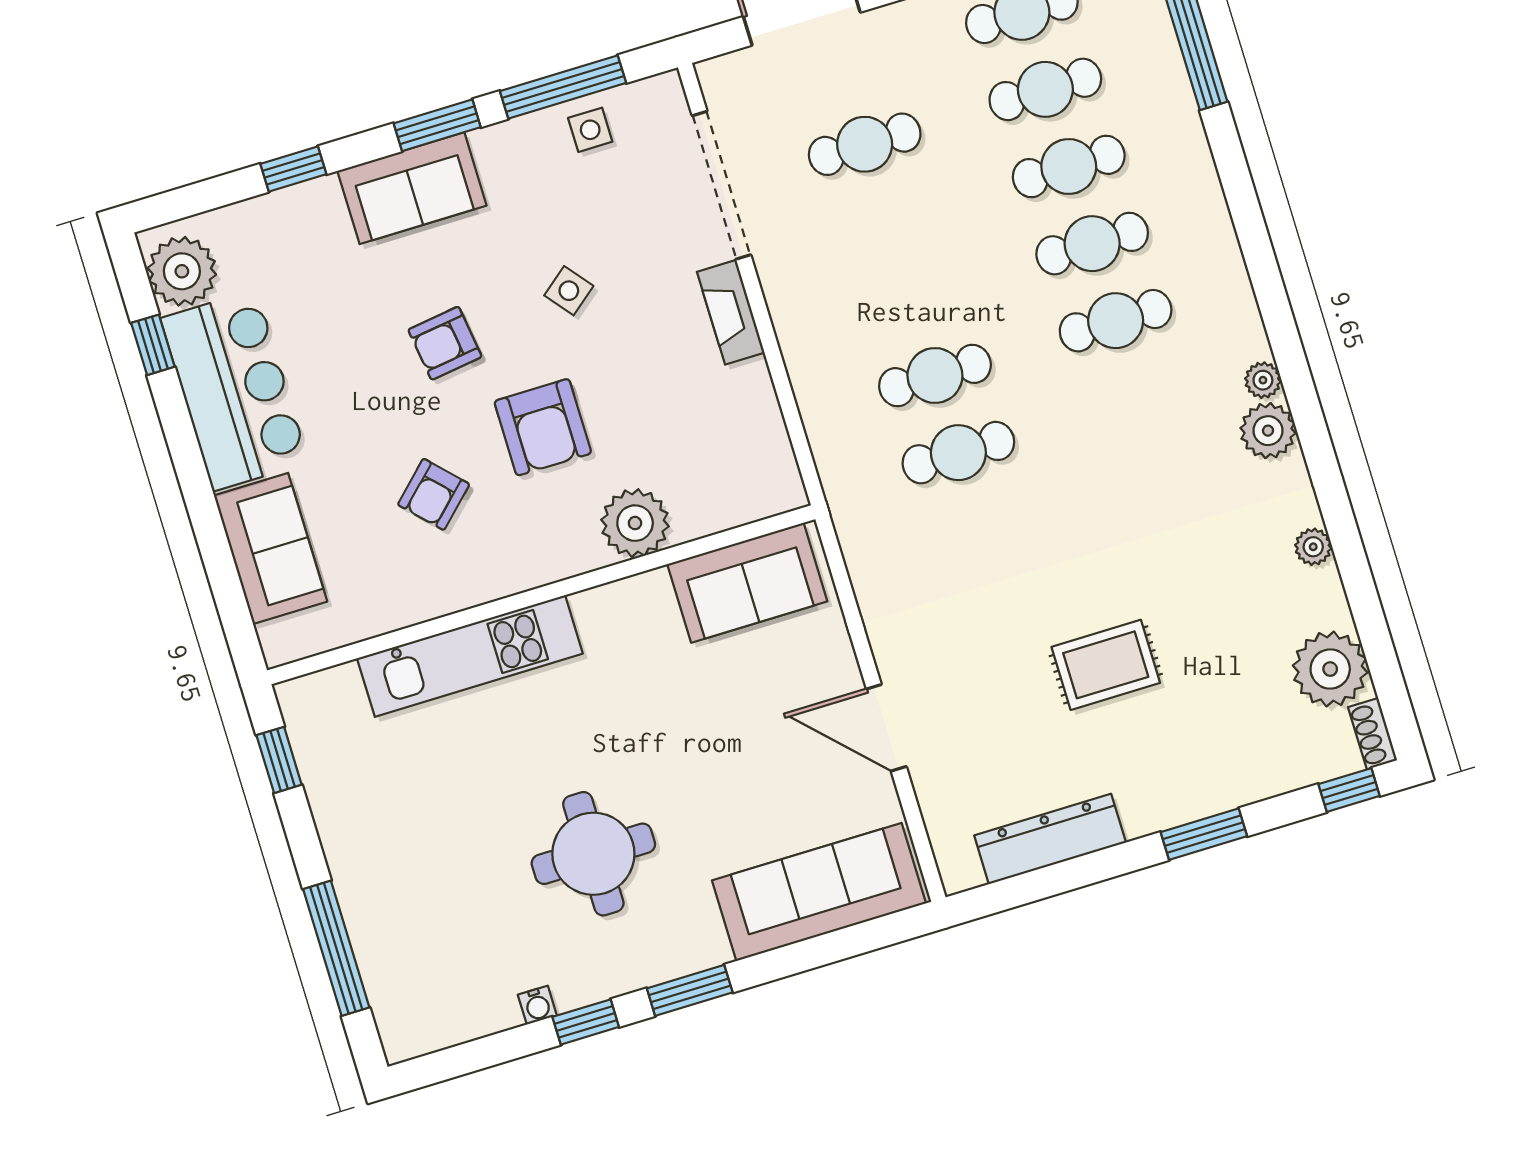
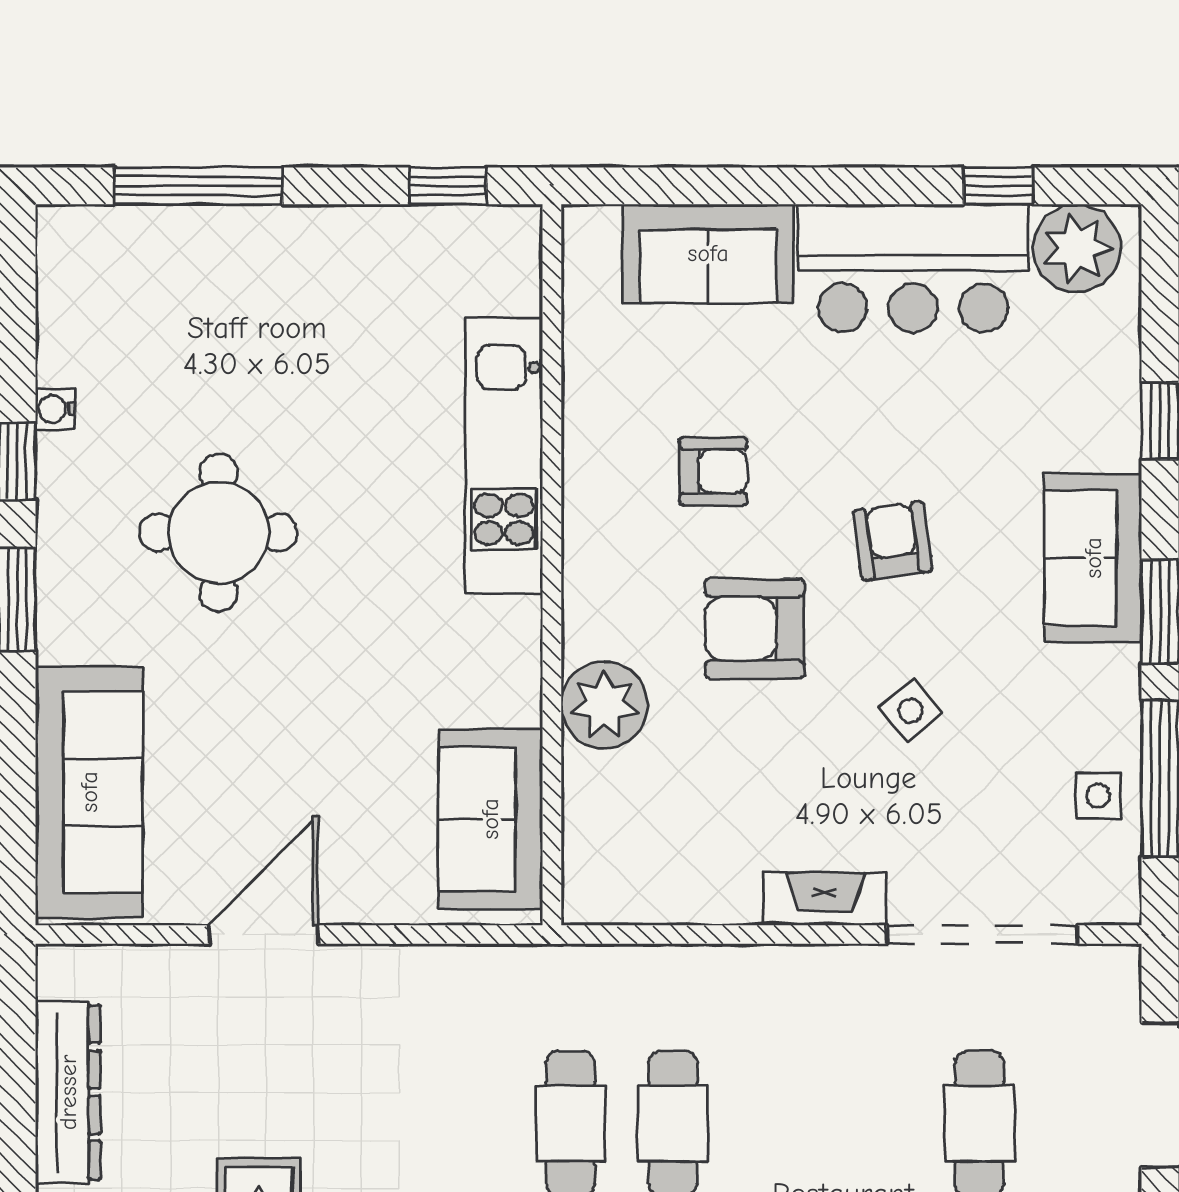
armchair: (434, 494) -> (713, 471), turned 134

